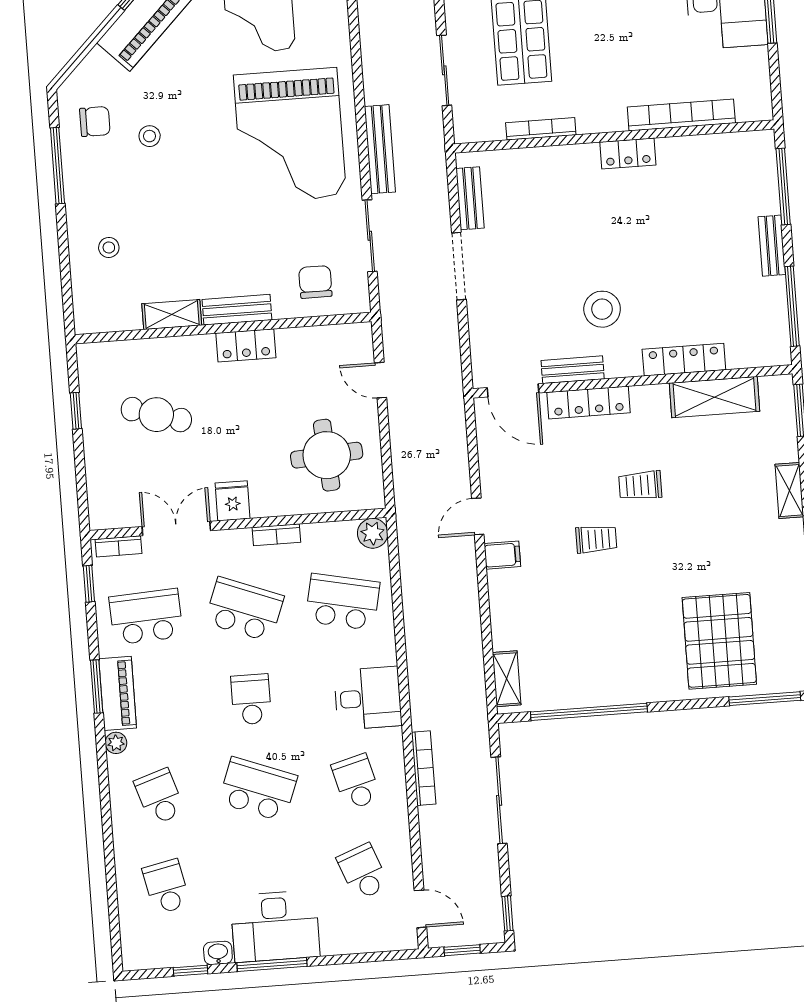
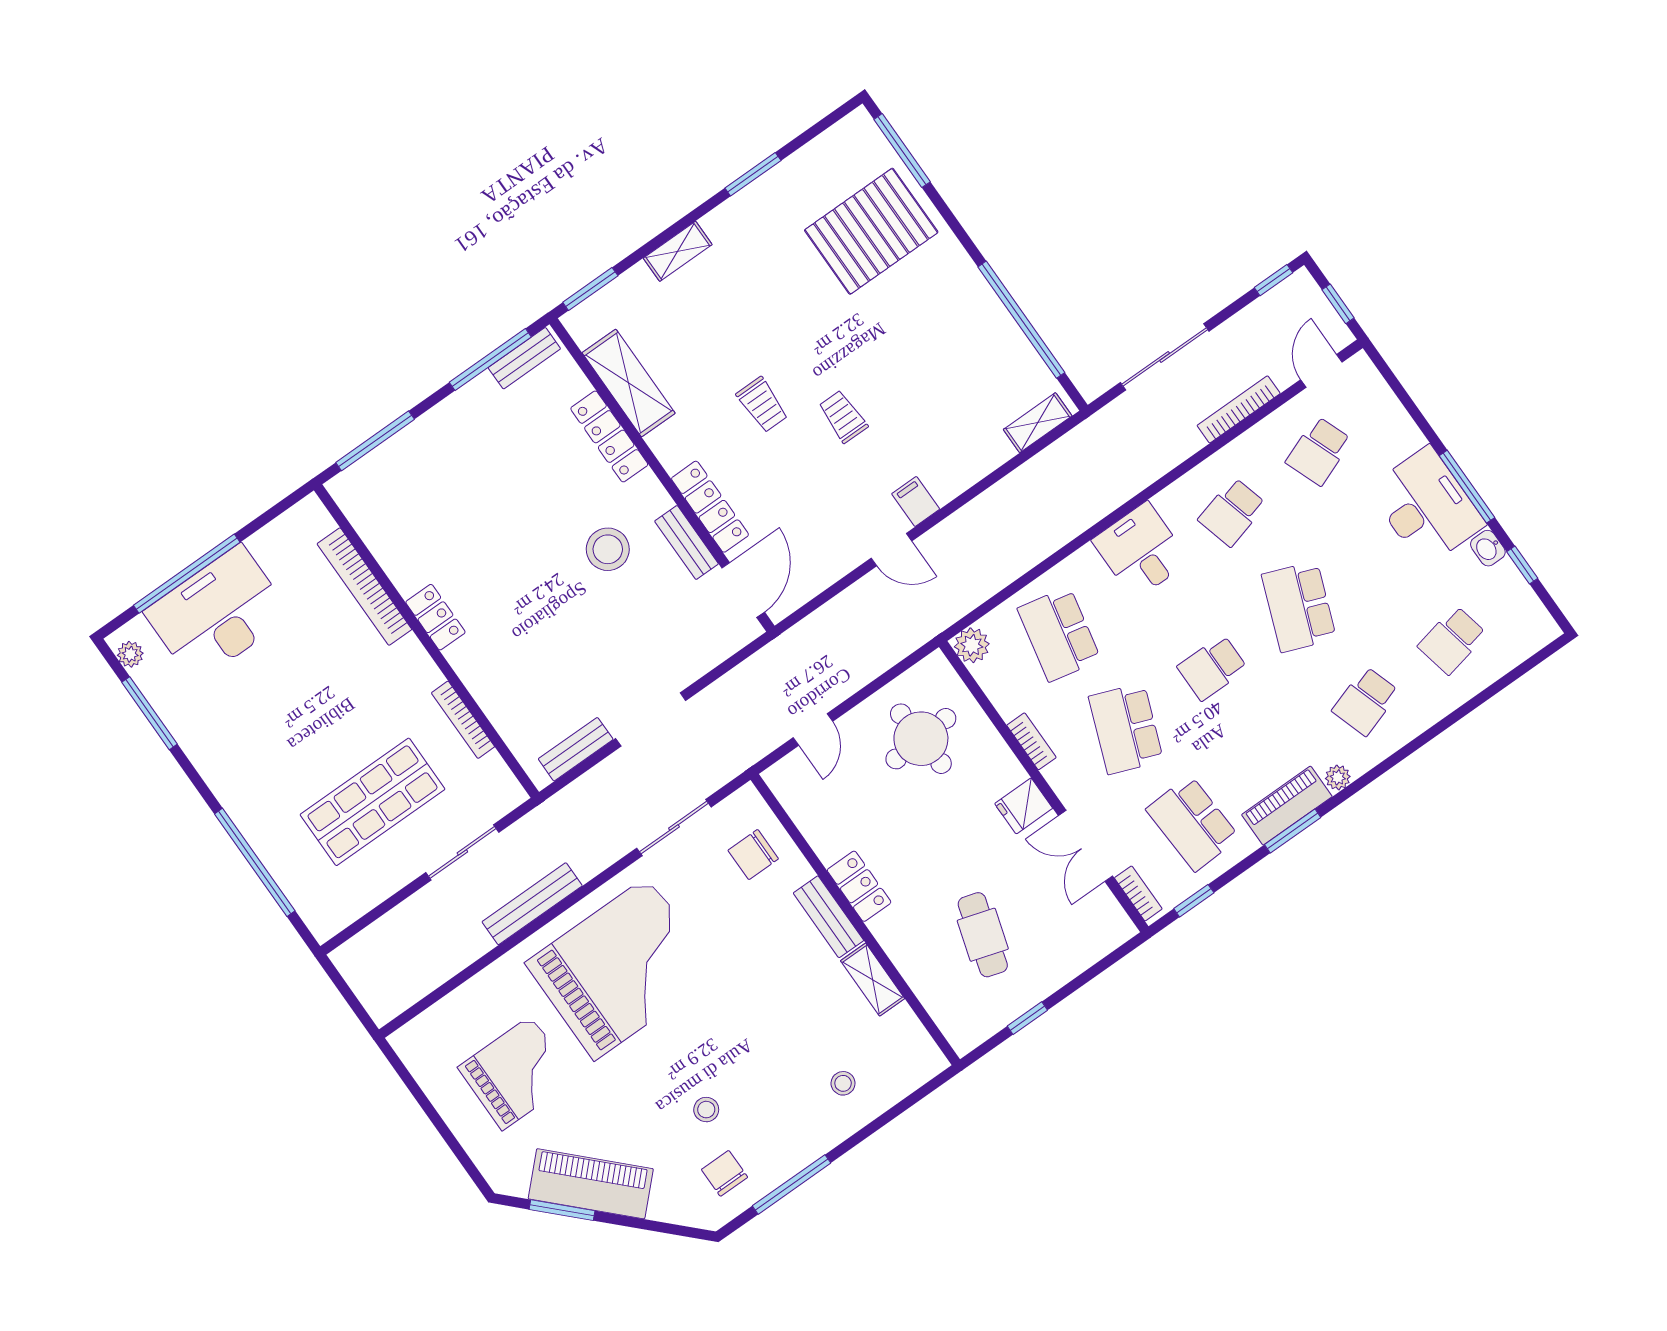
bench: (380, 149) -> (532, 904), moved
bench: (772, 246) -> (524, 358), moved
bookcase: (424, 768) -> (1239, 409), moved

